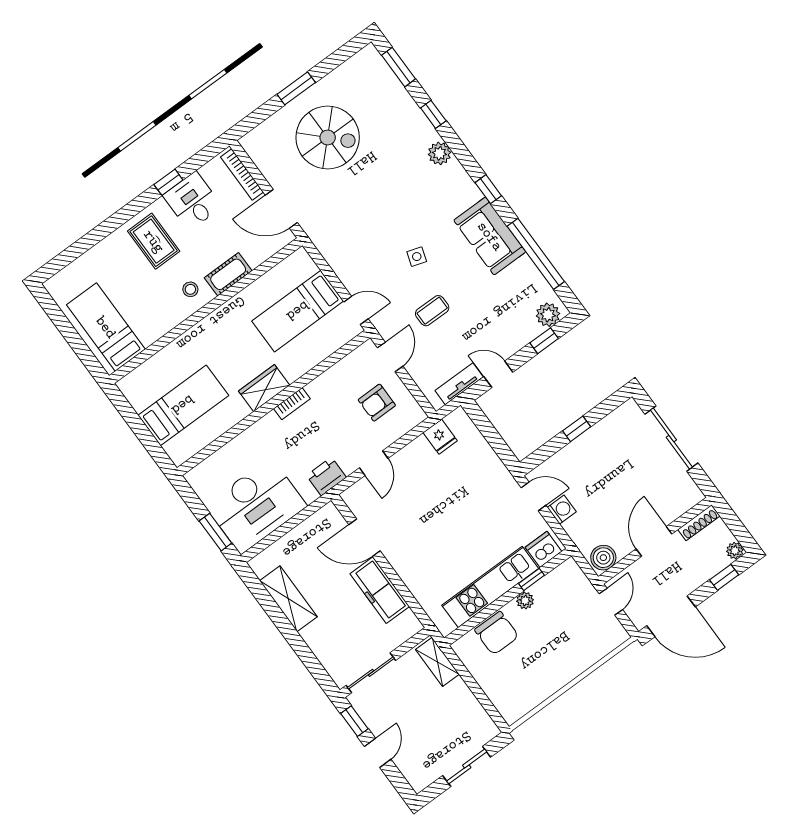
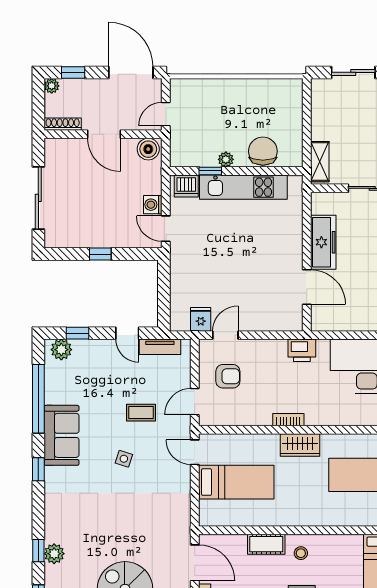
plant: (439, 153) -> (54, 554), moved
door: (374, 463) -> (225, 335), moved
door: (654, 541) -> (104, 134), hinge flipped

